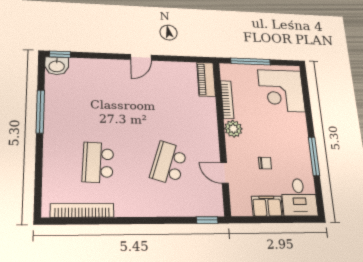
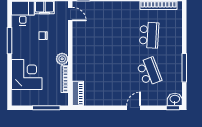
door: (141, 57) -> (134, 108), moved
corner desk: (281, 91) -> (27, 75), moved
school desk: (169, 163) -> (149, 72), moved, turned -39
door: (224, 173) -> (70, 14), moved

